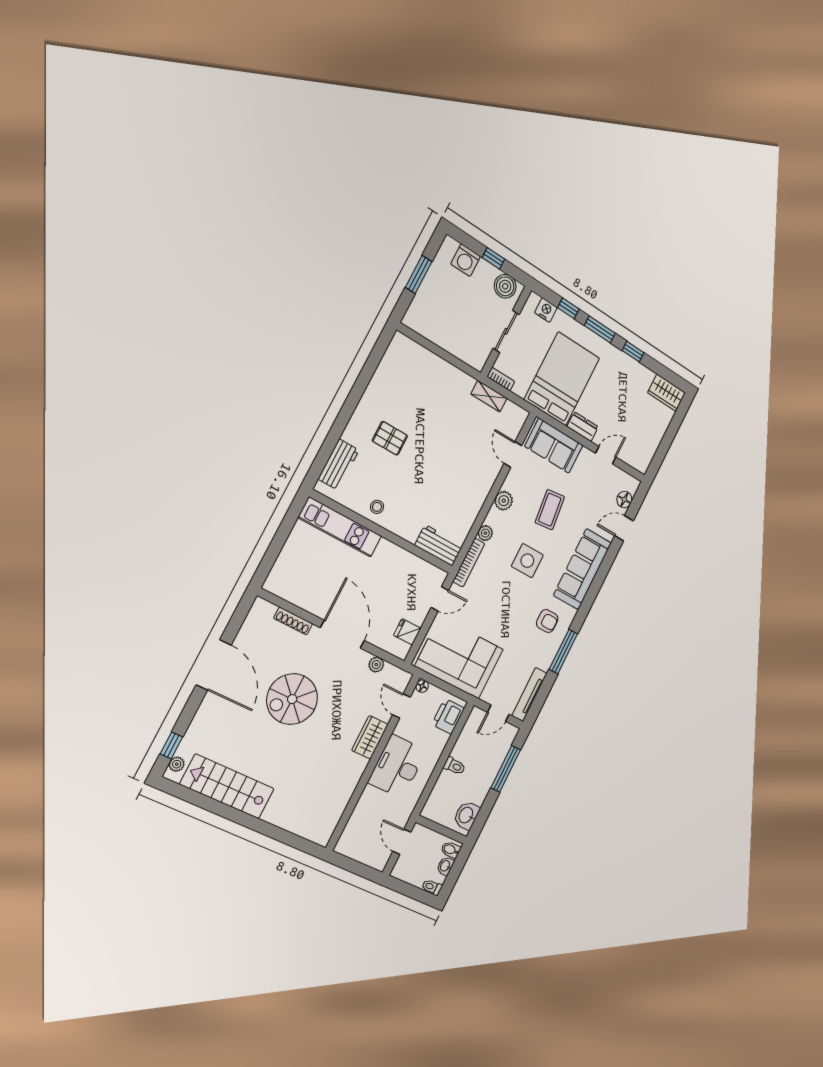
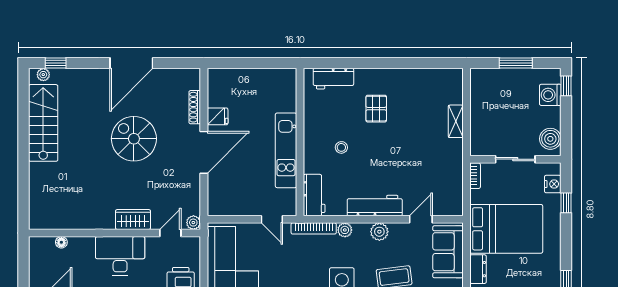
window: (493, 258) -> (566, 86), moved
window: (600, 329) -> (566, 240), removed
shelving: (489, 396) -> (456, 121), moved
workbench: (478, 492) -> (375, 206), added
stool: (377, 507) -> (341, 147), moved
kitchen unit: (340, 527) -> (286, 150), moved
fridge: (407, 632) -> (218, 116), moved, turned 90
plant: (376, 665) -> (193, 223), moved
floor lamp: (422, 686) -> (61, 242), moved

